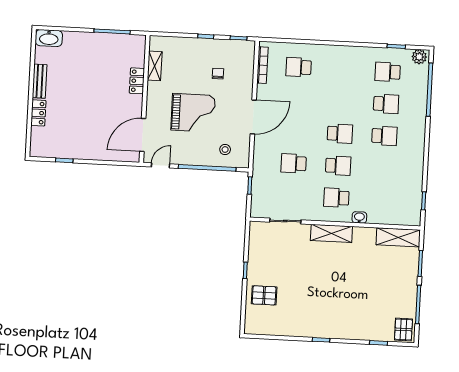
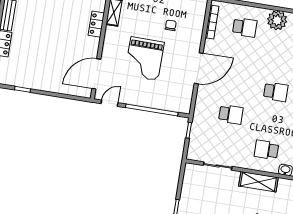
plant: (333, 56) -> (277, 20), added
school desk: (299, 67) -> (245, 27), turned 180
grand piano: (193, 113) -> (144, 59), turned 91
stool: (225, 150) -> (170, 95), removed
school desk: (294, 163) -> (231, 114), turned 180
school desk: (338, 166) -> (271, 121), removed

